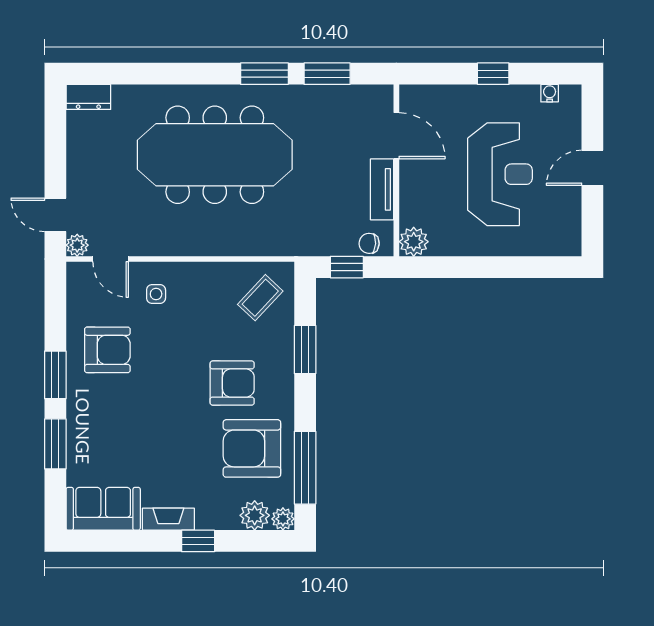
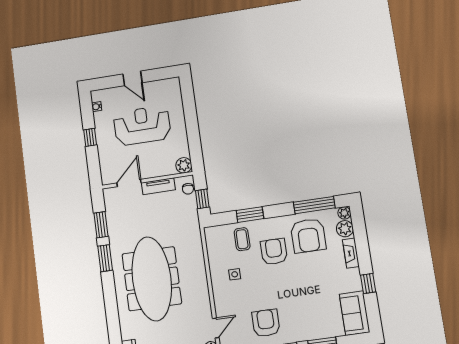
side table: (156, 294) -> (235, 274), moved
coffee table: (260, 298) -> (242, 239), moved, turned 47
fireplace: (168, 519) -> (351, 253), moved
window: (198, 541) -> (368, 283), moved

